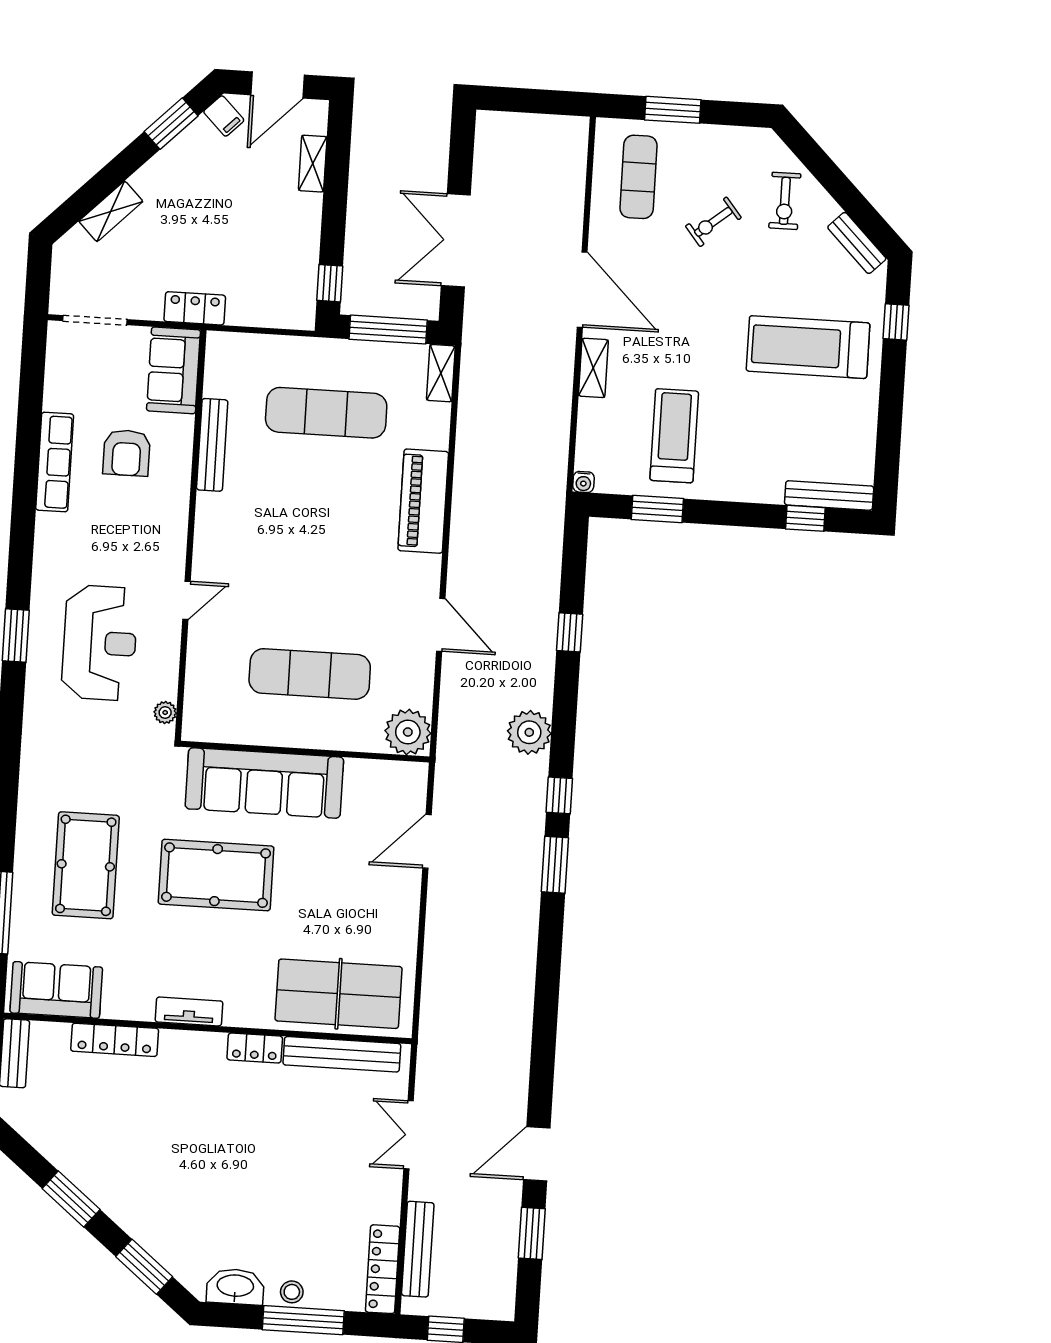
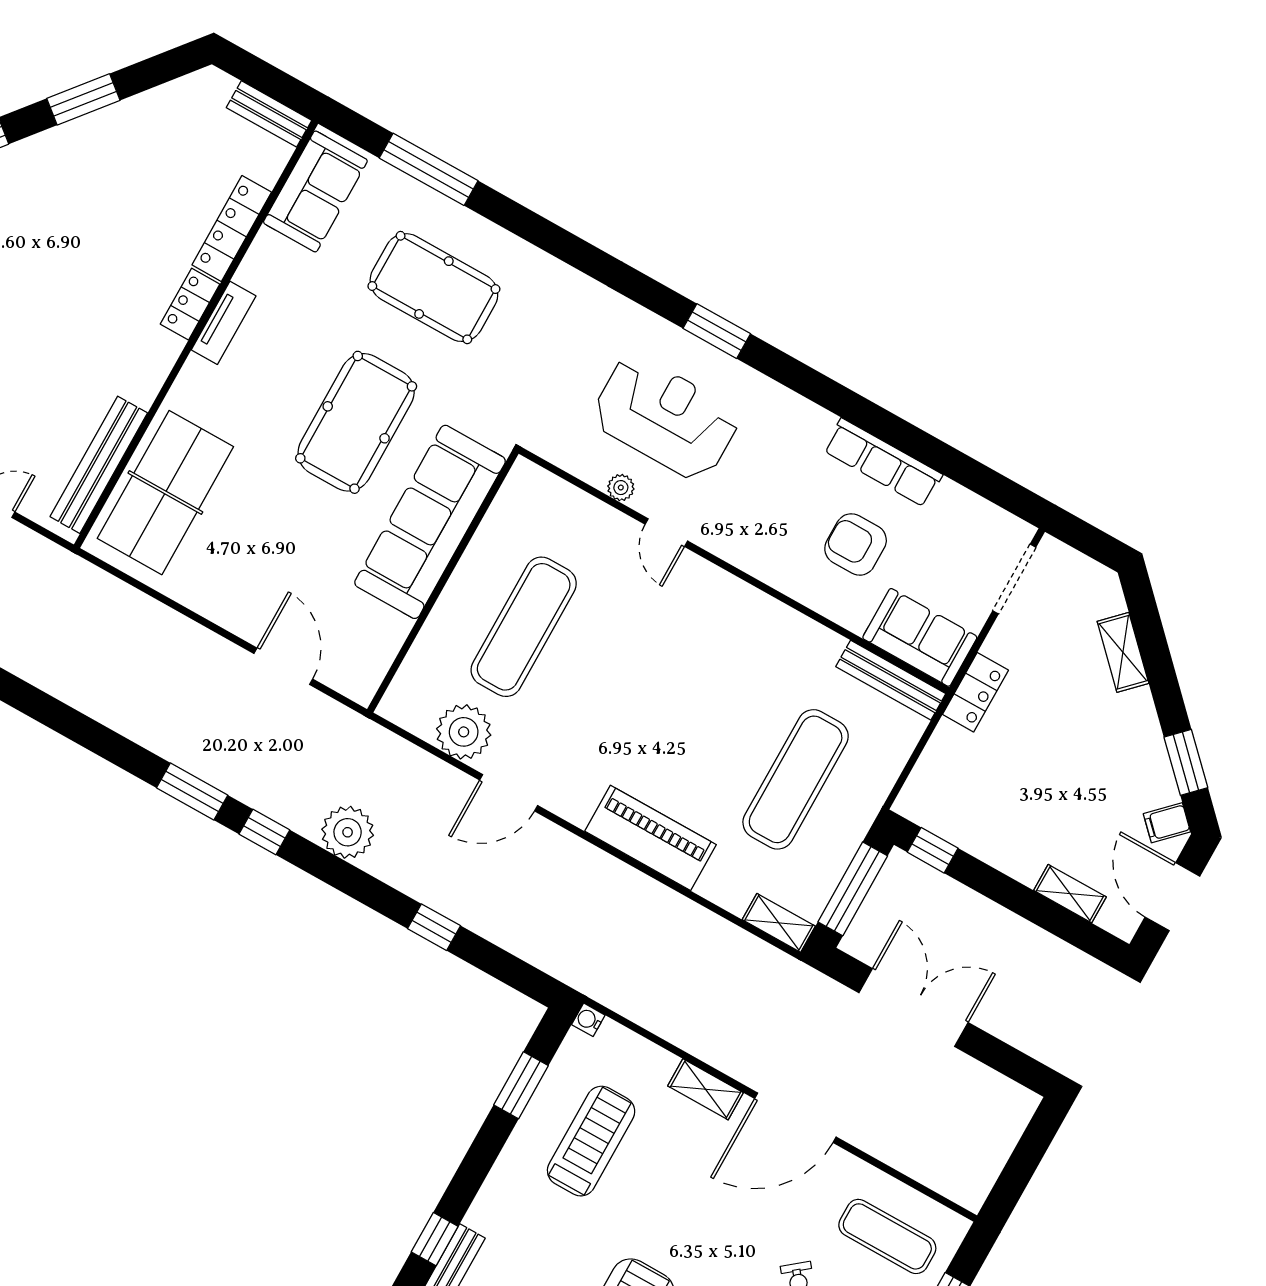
treadmill: (674, 436) -> (591, 1141), turned -90
bench: (212, 445) -> (891, 680), moved
reception desk: (100, 643) -> (666, 417), turned 180
plant: (165, 713) -> (621, 488), moved
plant: (408, 732) -> (464, 732), moved
locker: (255, 1048) -> (190, 304), moved

